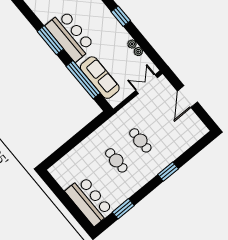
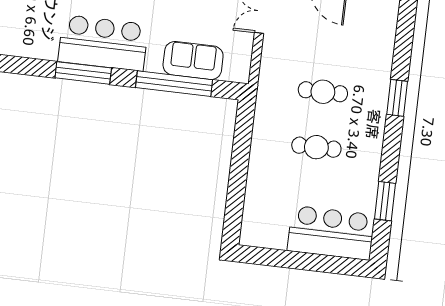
sofa: (100, 78) -> (193, 60), width x0.73

